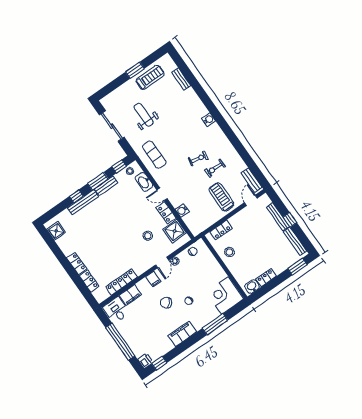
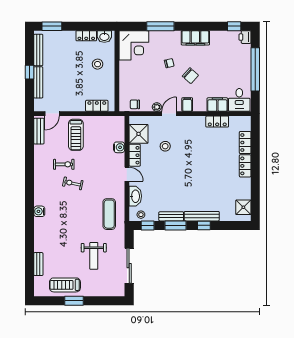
stool: (229, 252) -> (98, 64), moved
locker: (121, 282) -> (217, 122), width x0.66

